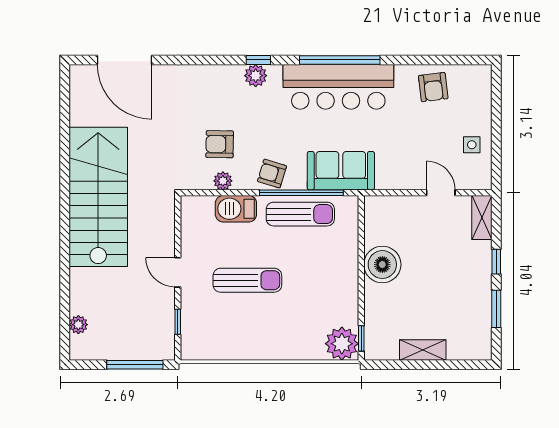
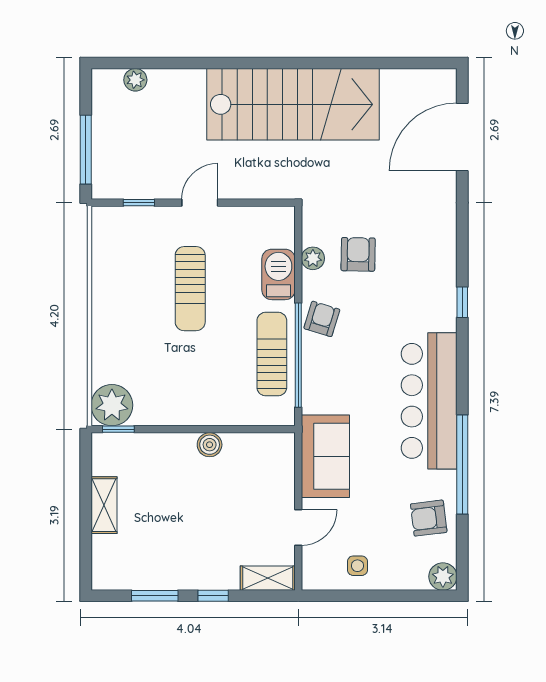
window: (340, 60) -> (462, 465), moved
plant: (256, 76) -> (443, 577), moved
sofa: (341, 171) -> (325, 456), moved
sun lounger: (300, 214) -> (272, 354), turned 180
boiler: (382, 265) -> (210, 445), width x0.54, depth x0.54

